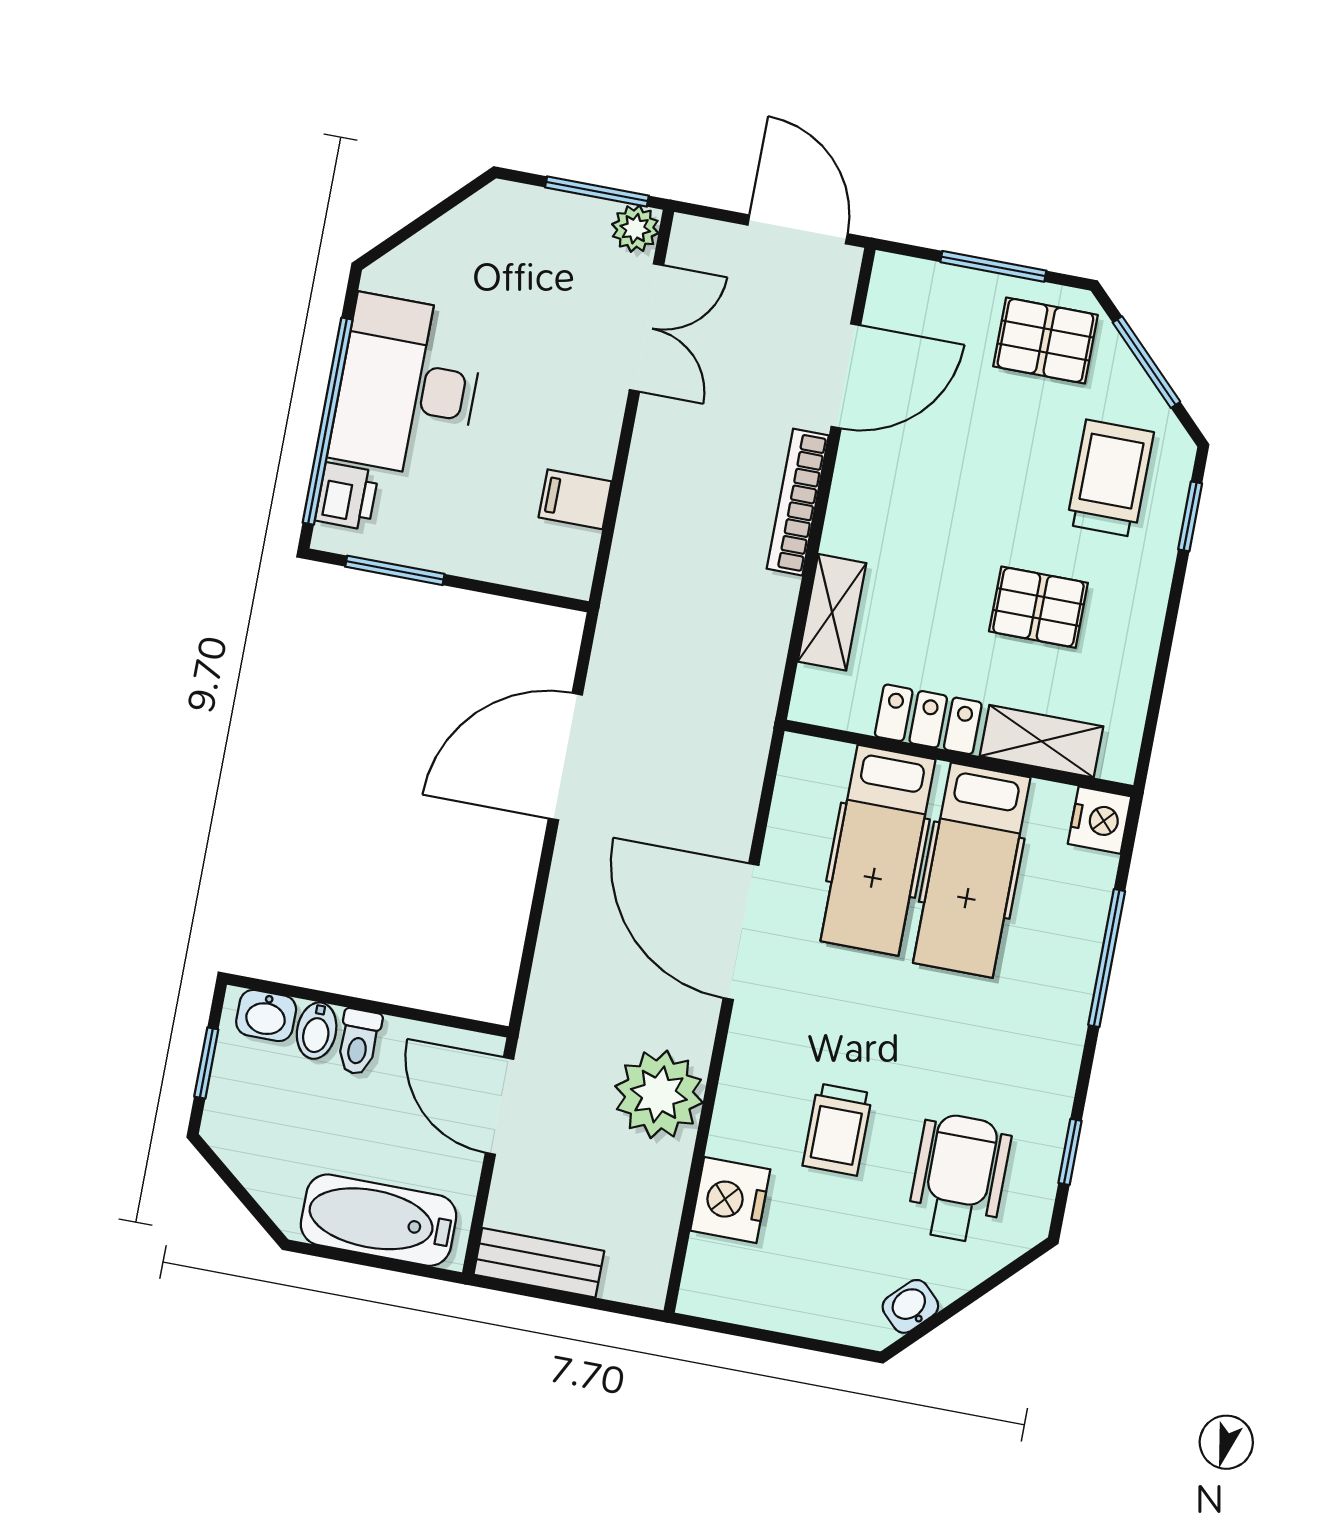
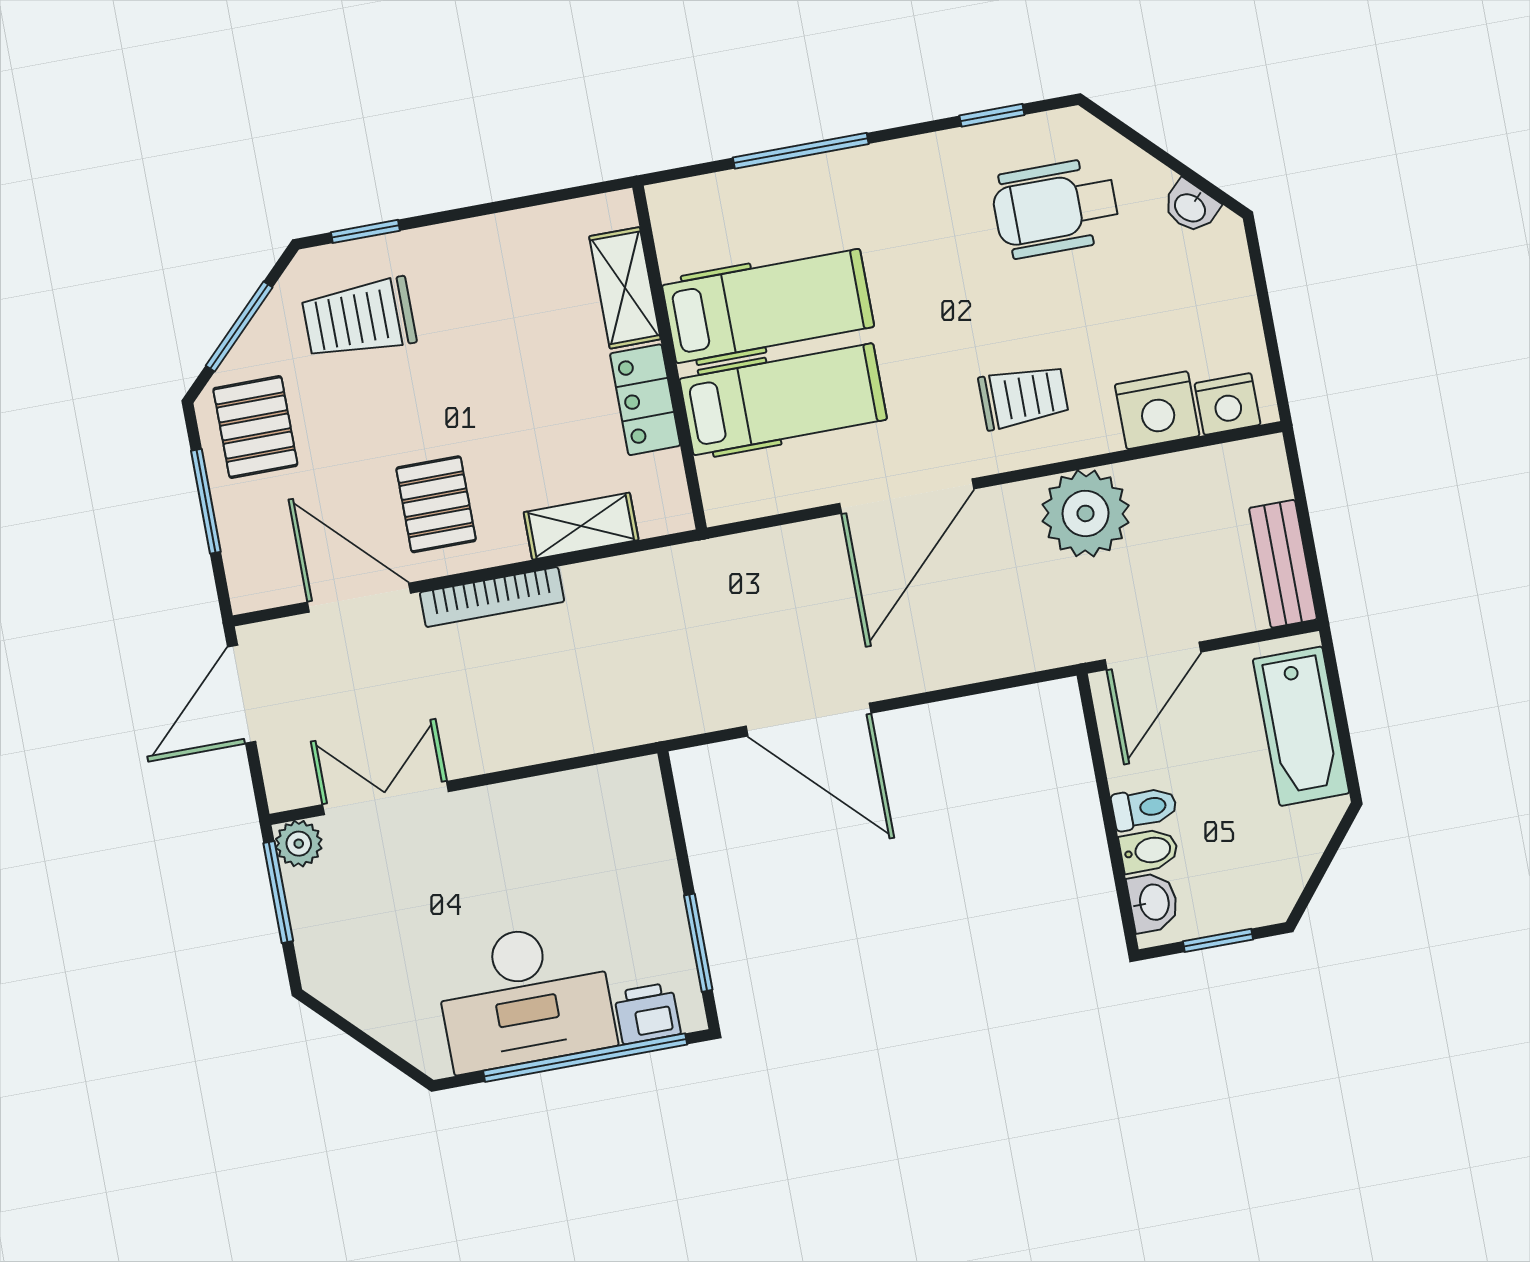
filing cabinet: (575, 499) -> (569, 802), removed
pallet: (1038, 607) -> (436, 504), moved
nightstand: (1100, 820) -> (1228, 404), moved, turned 180
trolley: (837, 1130) -> (1023, 397), moved

